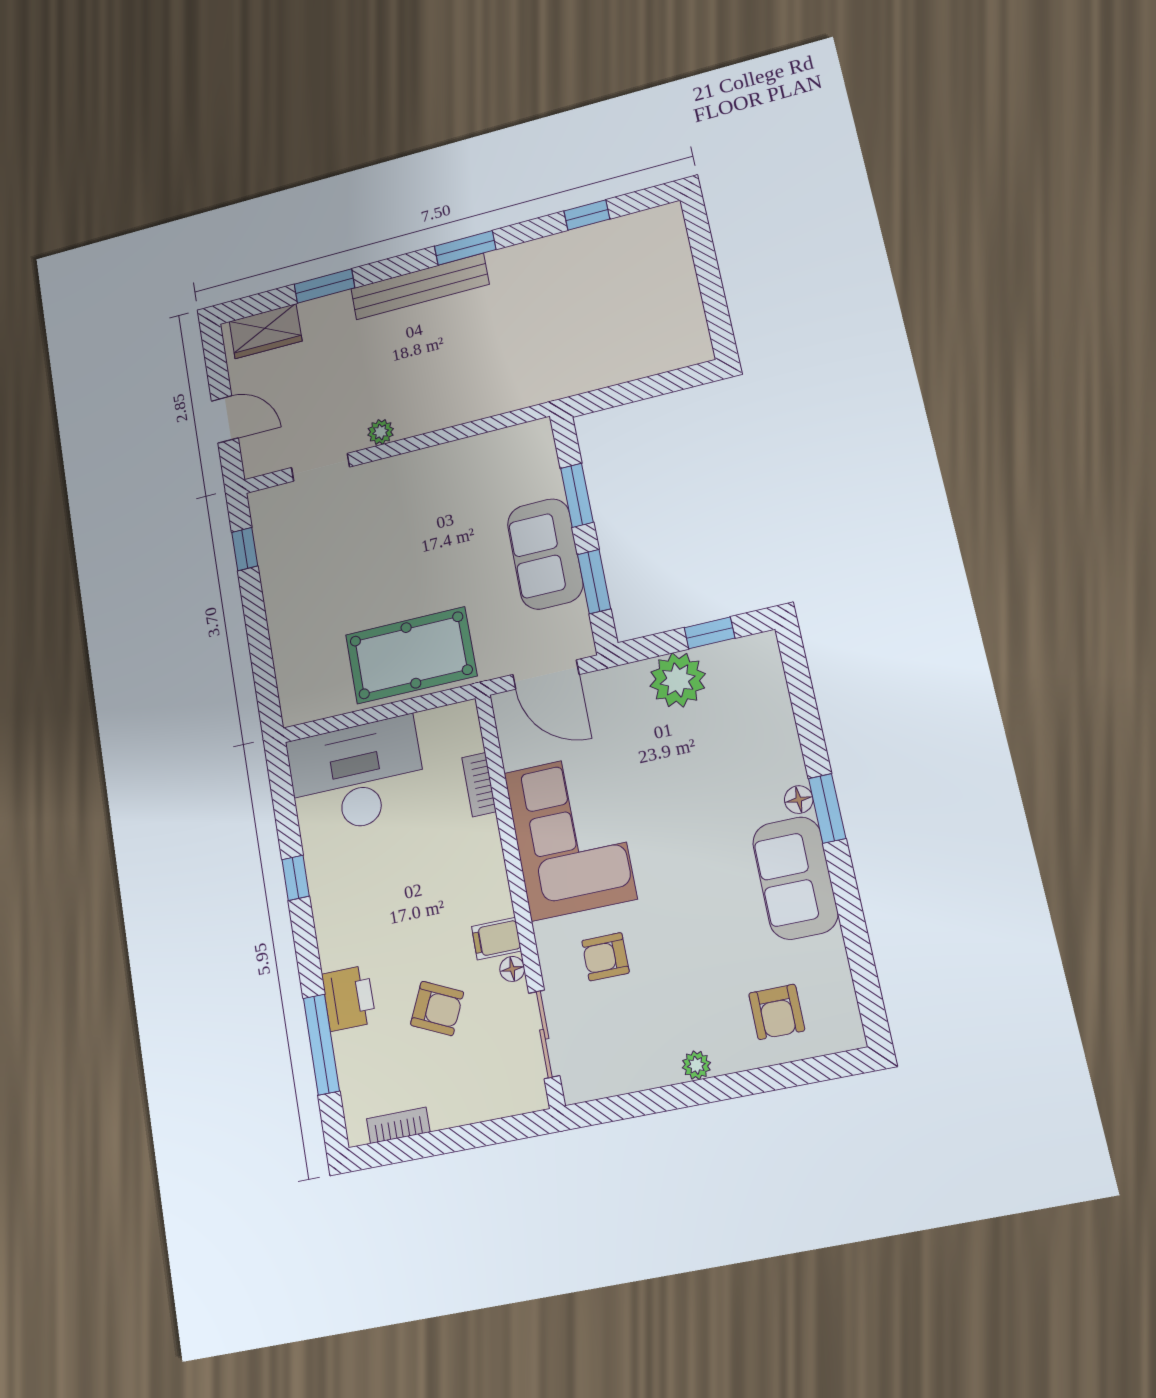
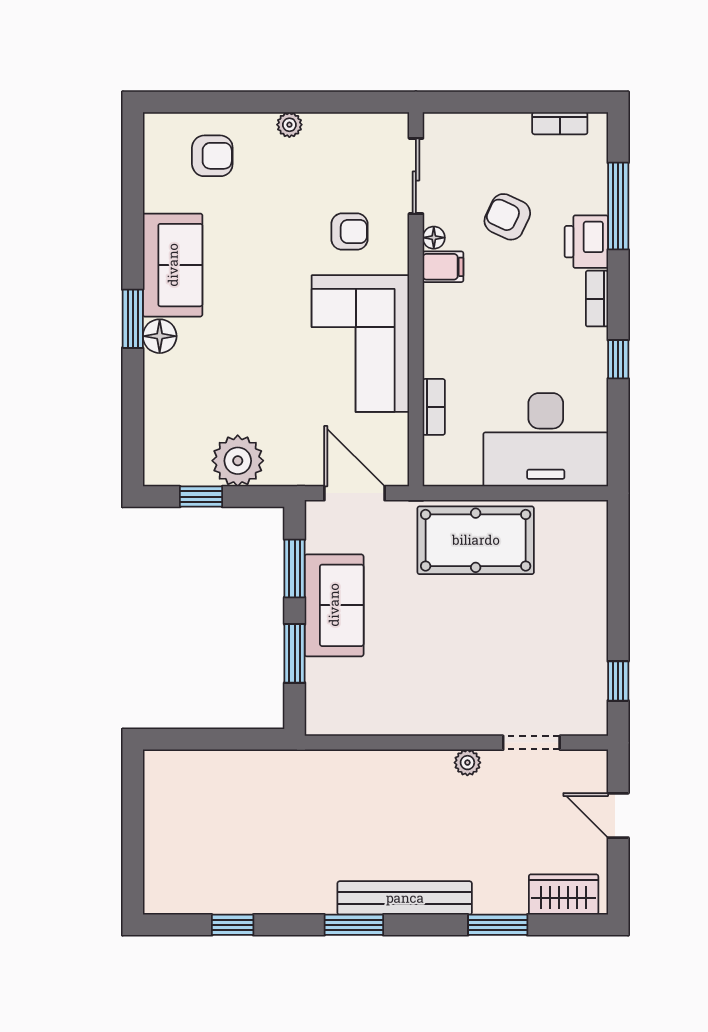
floor lamp: (799, 800) -> (160, 336), width x1.37, depth x1.37
bookcase: (328, 938) -> (597, 299), added
armchair: (777, 1012) -> (212, 156), turned 90

